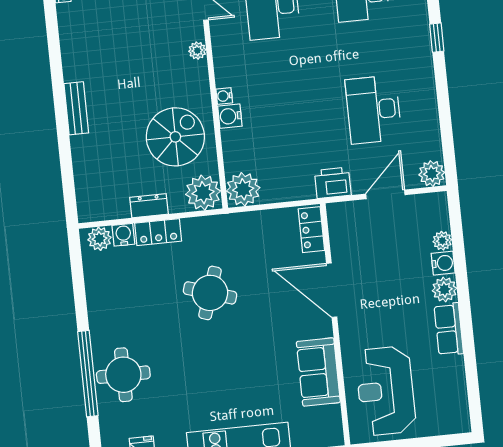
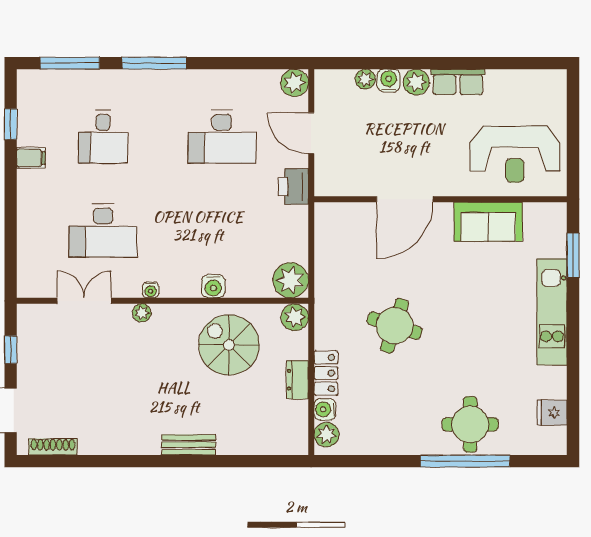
window: (437, 38) -> (154, 63), width x2.17
water cooler: (224, 96) -> (151, 290), moved
plant: (203, 193) -> (295, 317), width x0.73, depth x0.73
locker: (311, 230) -> (340, 214), removed

